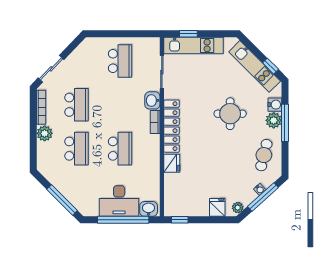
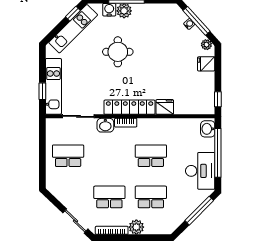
cafe table: (264, 155) -> (157, 20), removed
desk: (119, 201) -> (200, 171), moved

